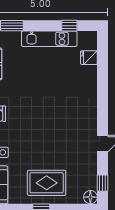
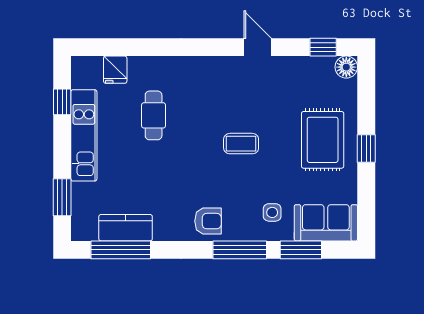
cafe table: (61, 81) -> (154, 115), added
coffee table: (44, 134) -> (241, 144), added

